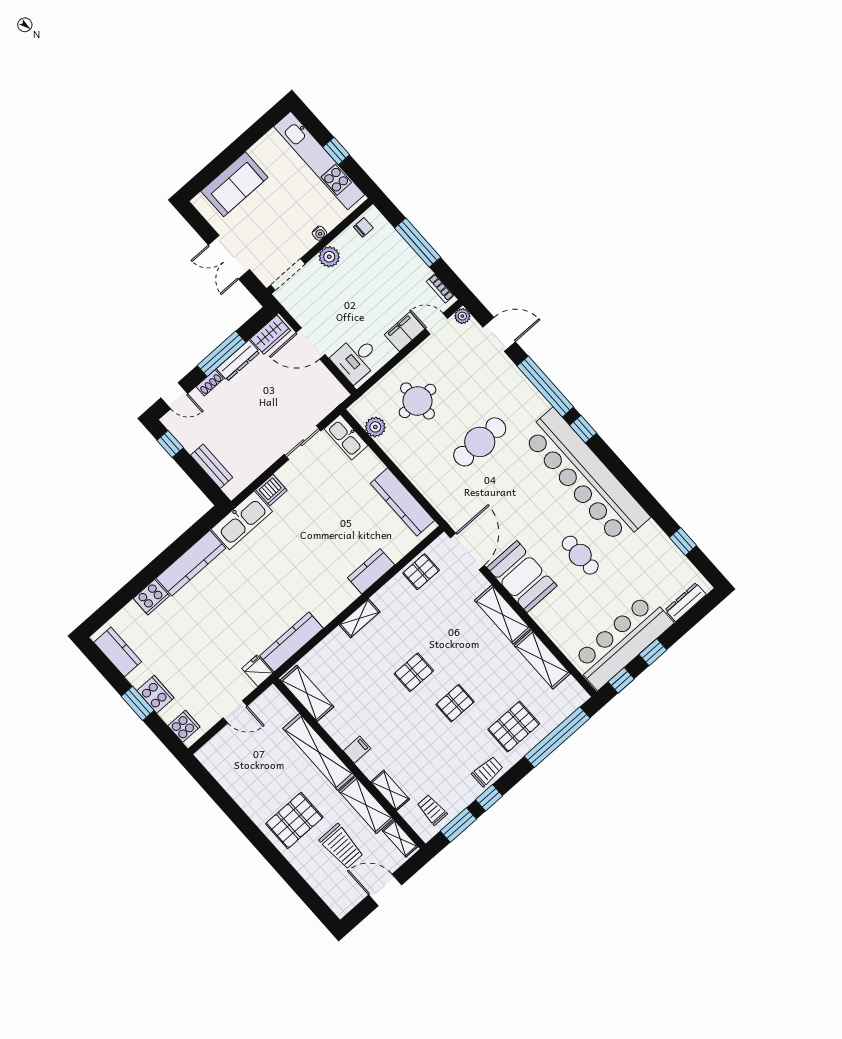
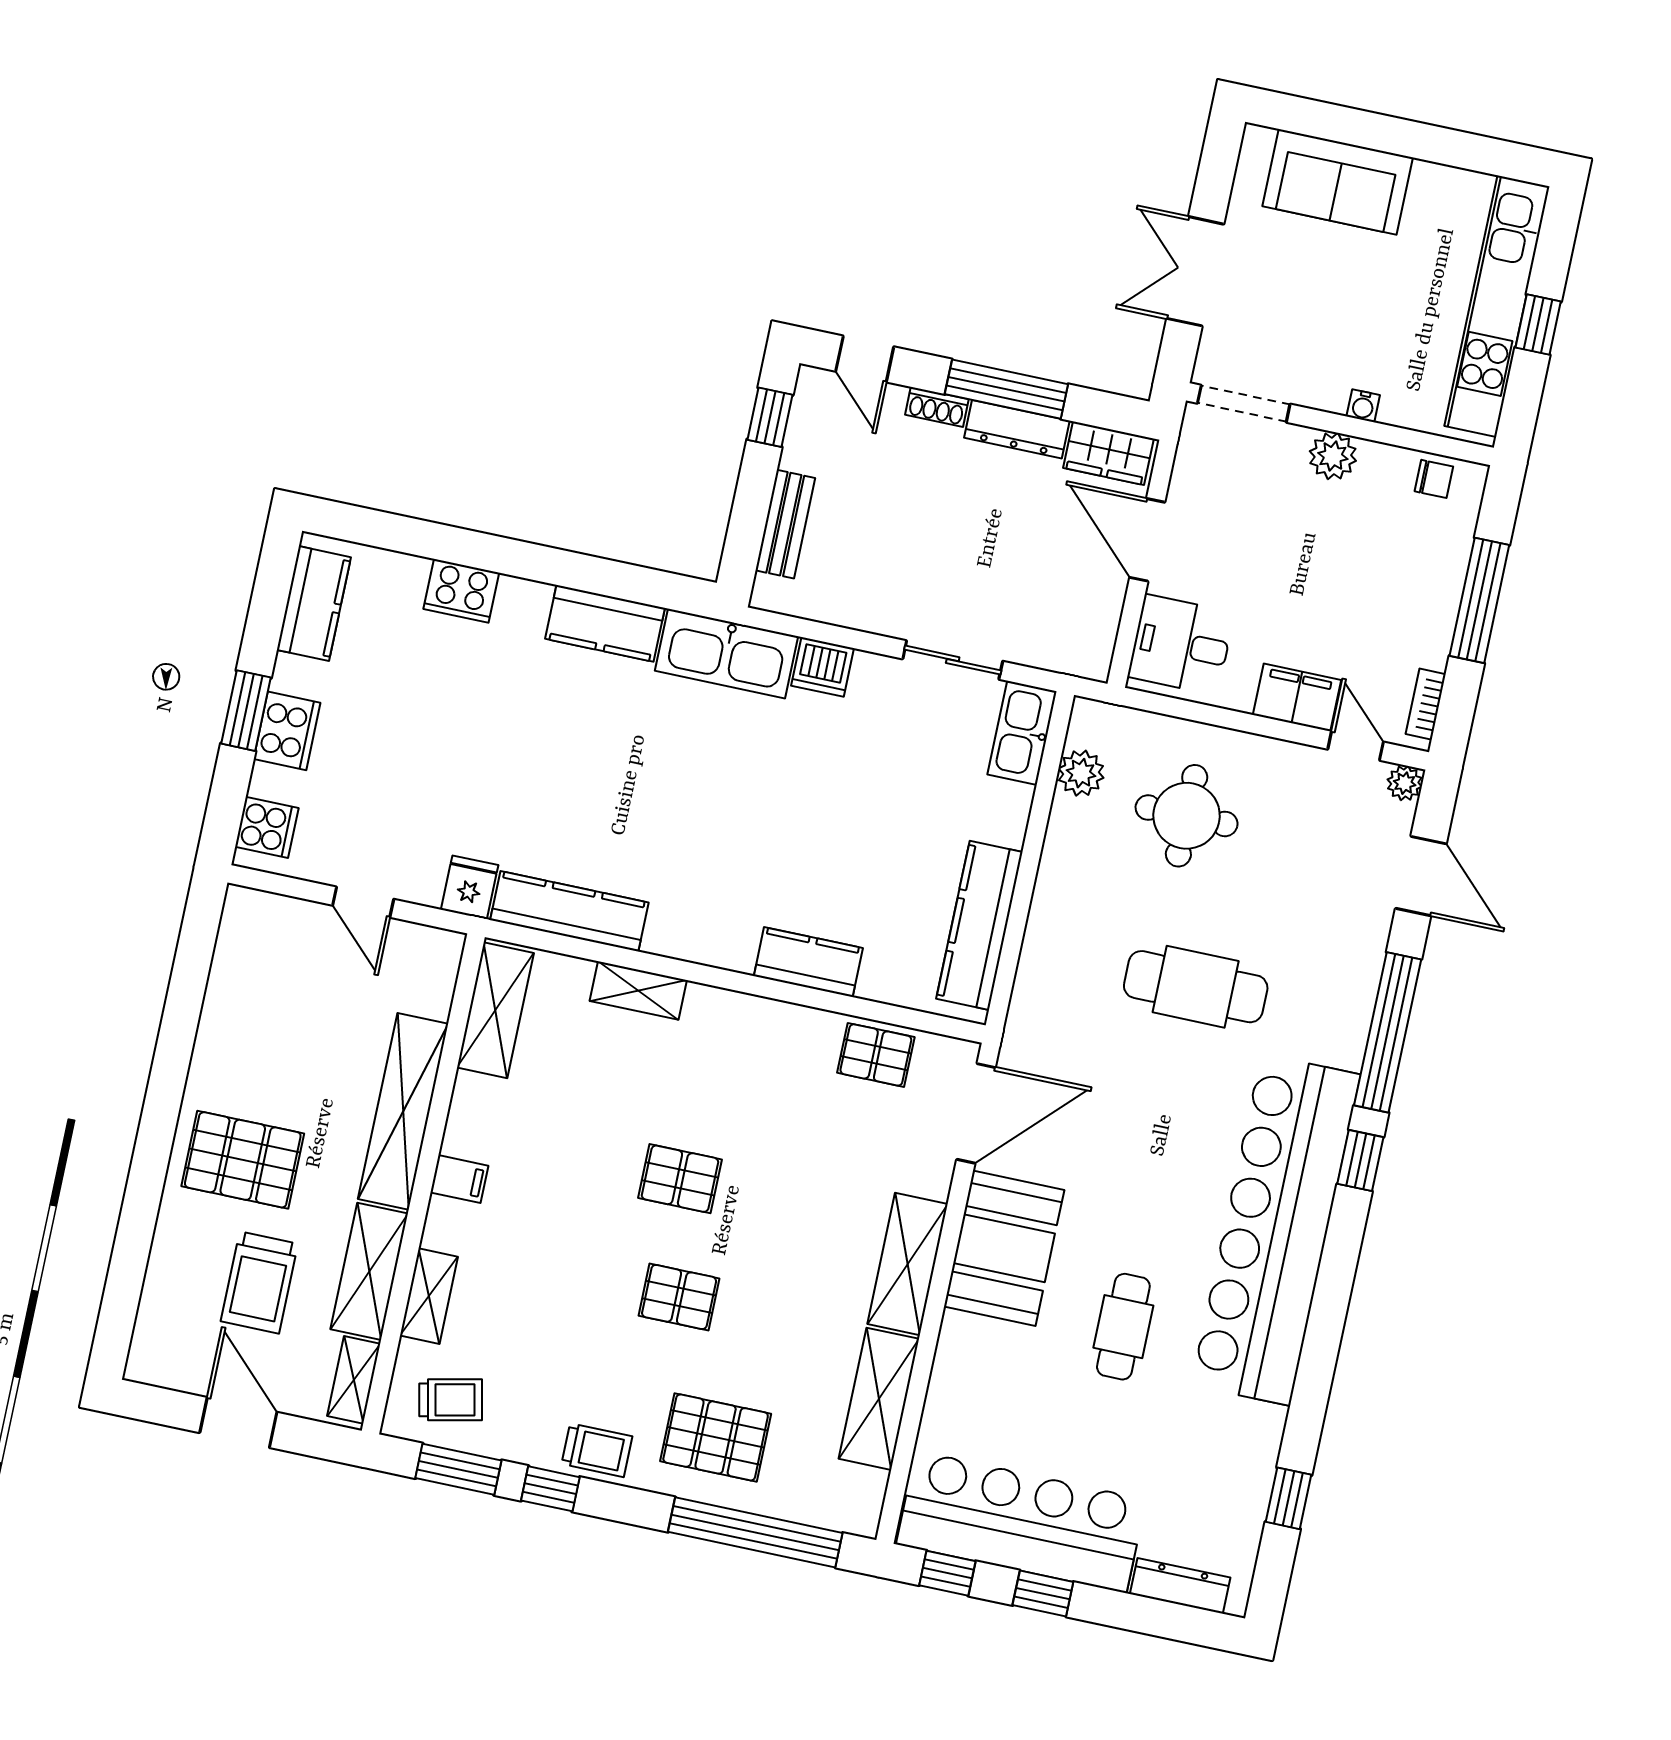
kitchen counter: (191, 563) -> (605, 623), width x0.67
shelving: (360, 618) -> (638, 991), moved
trolley: (432, 810) -> (451, 1400), turned 78

